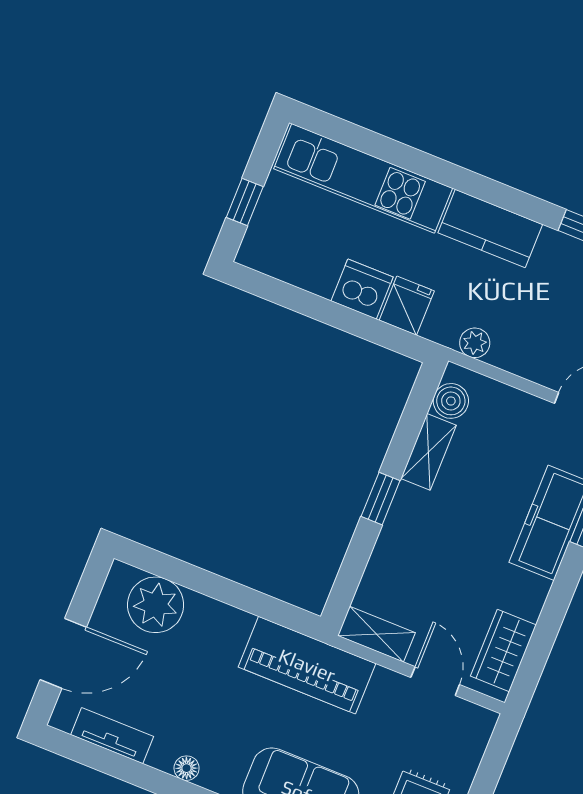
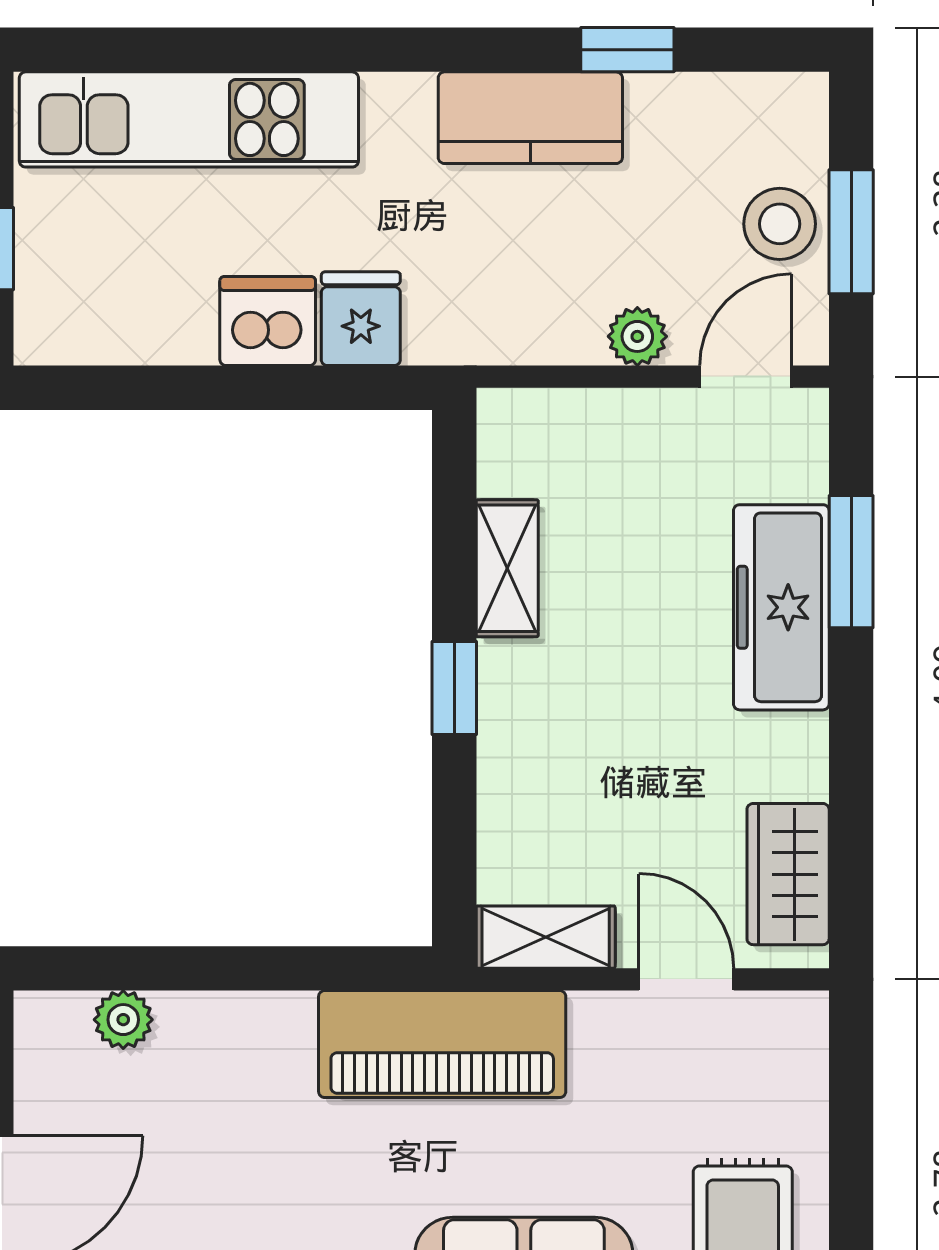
kitchen counter: (490, 229) -> (530, 118), moved
plant: (475, 343) -> (637, 336), moved
boiler: (451, 401) -> (511, 459), removed
plant: (156, 605) -> (123, 1020), width x0.53, depth x0.53

